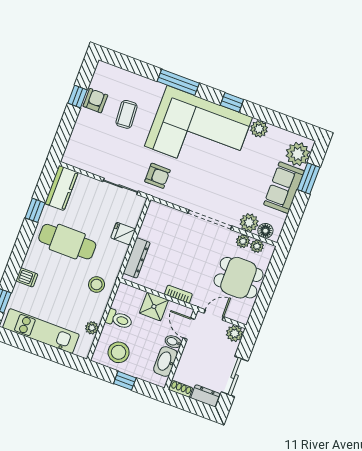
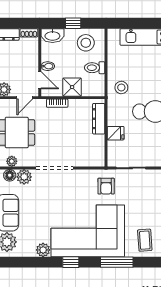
coffee table: (126, 114) -> (145, 240), moved
armchair: (157, 176) -> (106, 186), turned -90
plant: (243, 241) -> (24, 161), removed
plant: (92, 328) -> (113, 54), removed
washbasin: (165, 361) -> (52, 36), moved, turned 90

